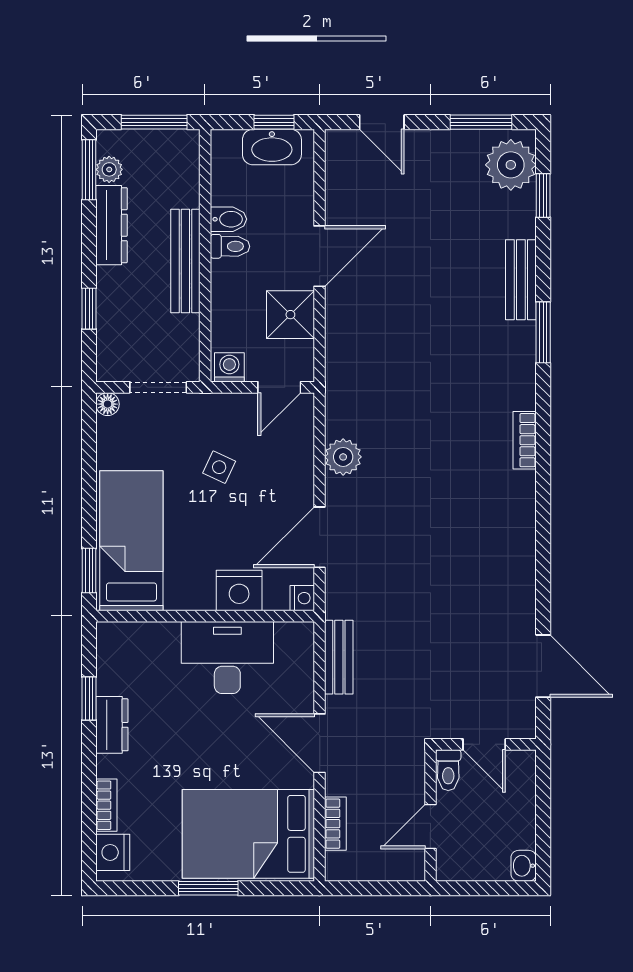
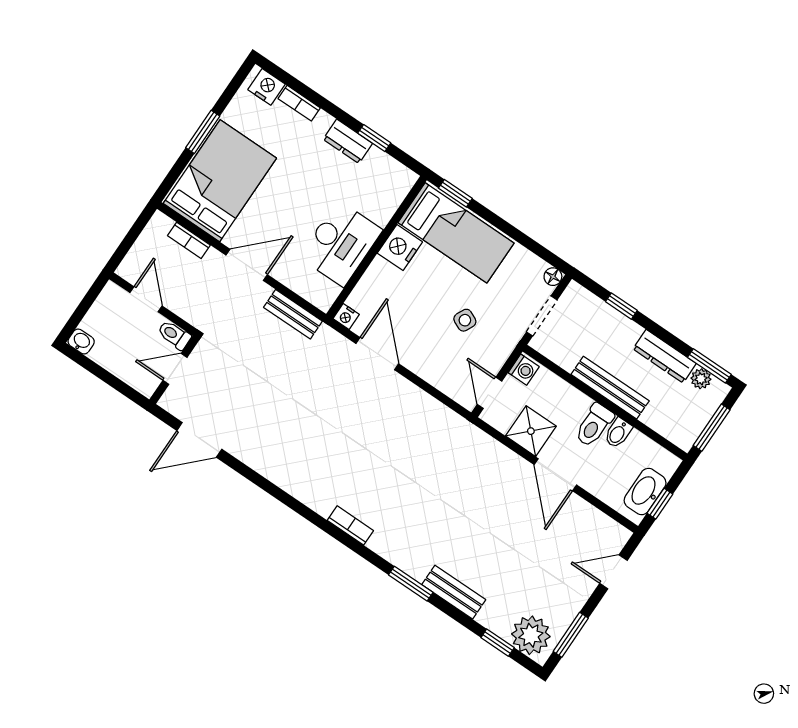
toilet: (230, 246) -> (594, 425), width x1.37, depth x1.39
plant: (343, 457) -> (418, 403), removed
nightstand: (239, 591) -> (400, 248), moved

